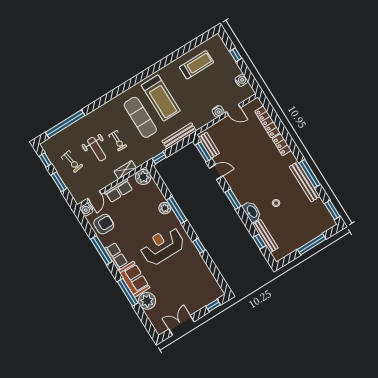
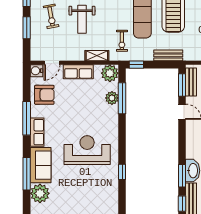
bench: (179, 136) -> (168, 55), width x0.73
exercise bike: (118, 141) -> (122, 41), moved
window: (233, 199) -> (182, 176), moved
plant: (165, 208) -> (112, 98), moved
window: (177, 210) -> (122, 98), moved

